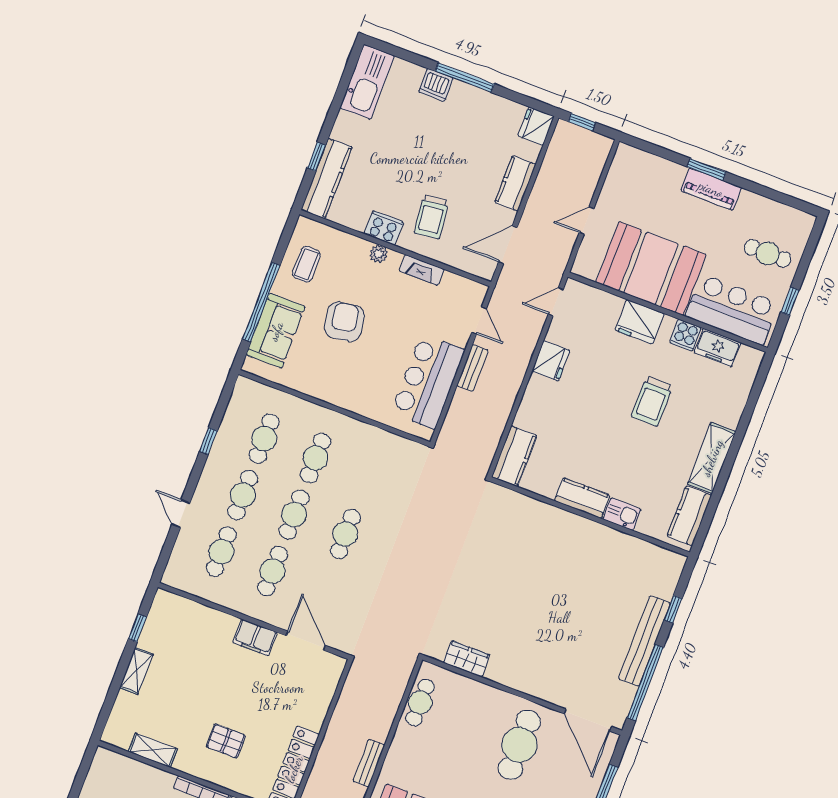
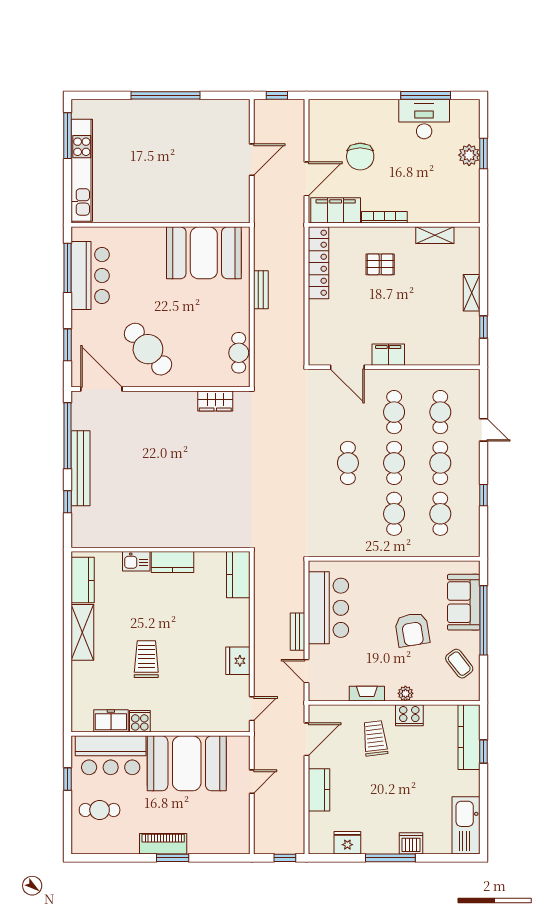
fridge: (536, 126) -> (347, 843), moved, turned -90
coffee table: (306, 264) -> (459, 664), turned -38
fridge: (640, 322) -> (180, 718), removed
cafe table: (519, 745) -> (148, 349), turned -40

